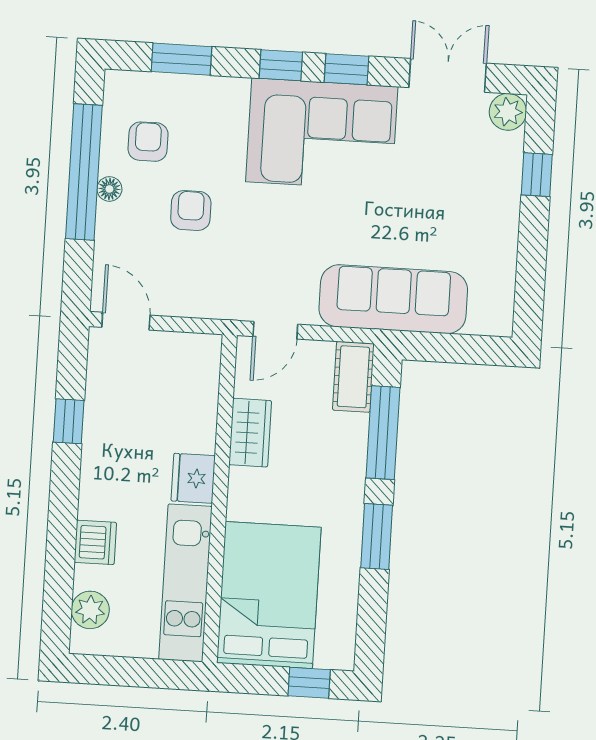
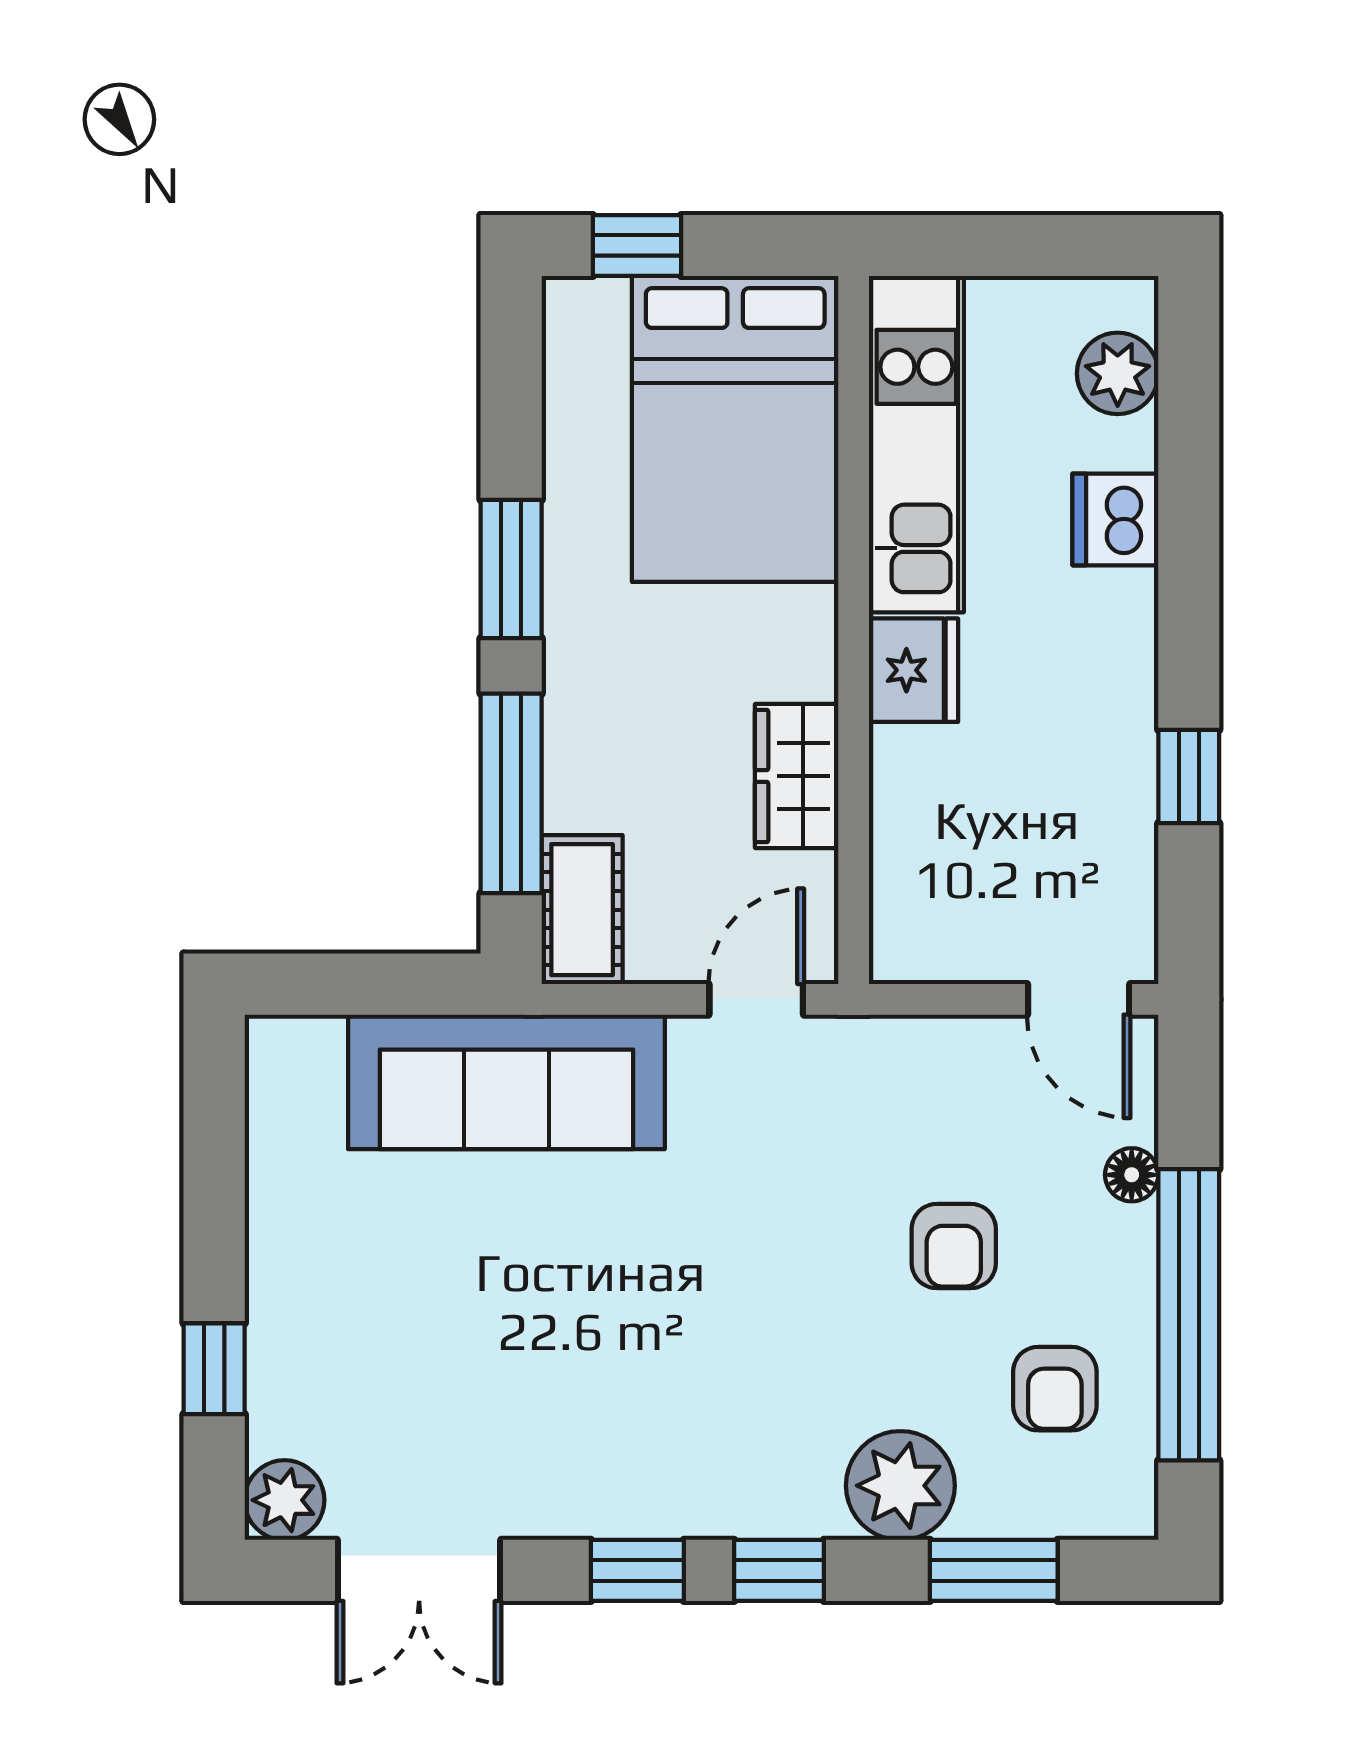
plant: (222, 101) -> (900, 1486), added
corner sofa: (322, 134) -> (682, 1427), removed
floor lamp: (109, 189) -> (1132, 1175), moved

